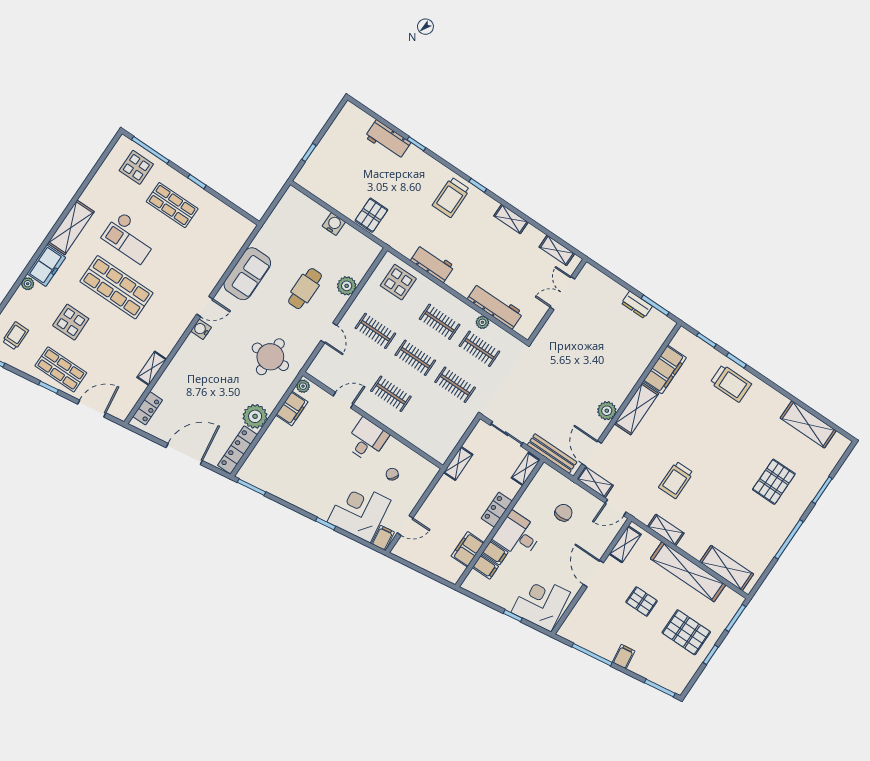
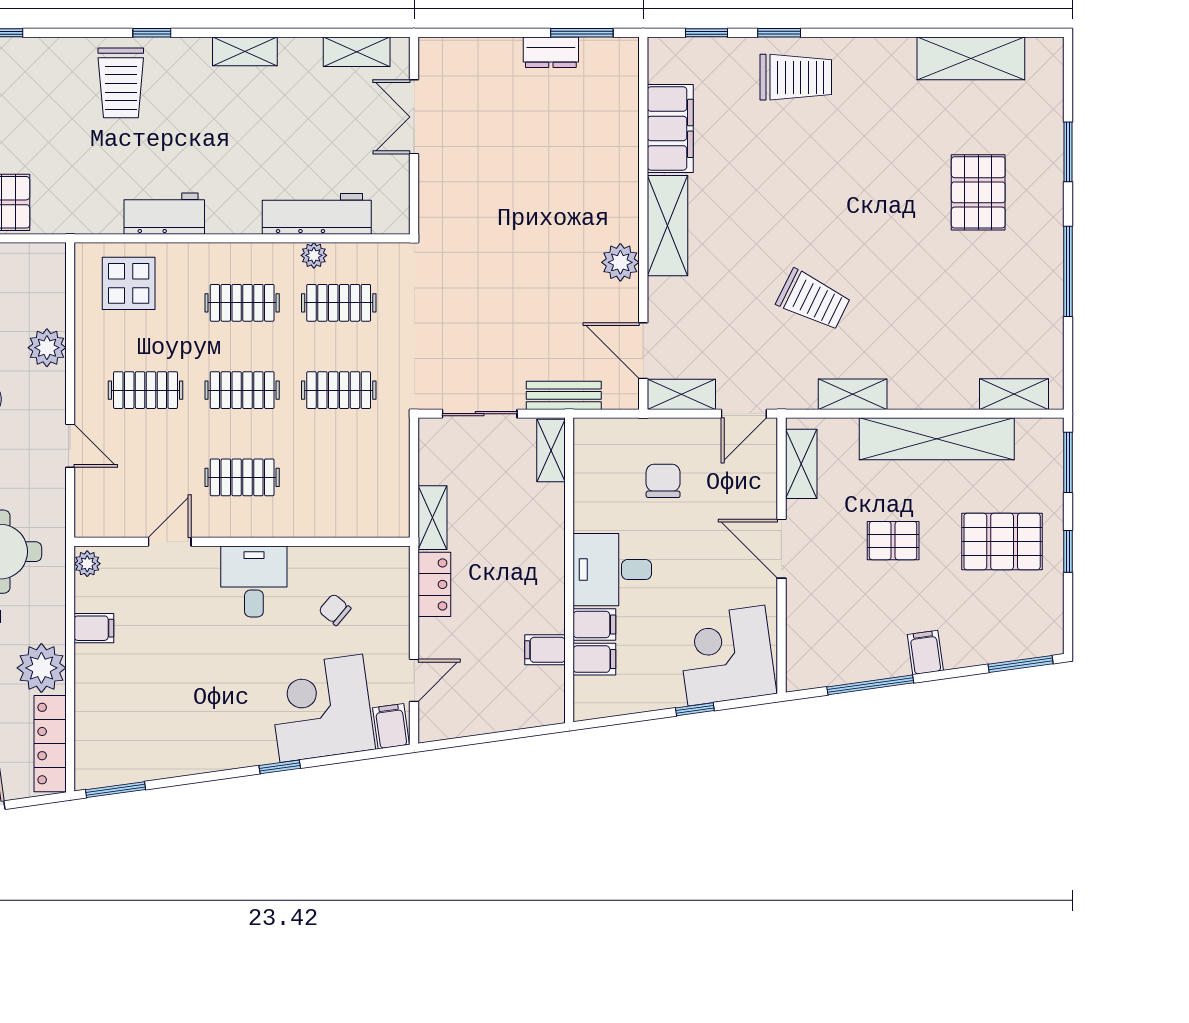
filing cabinet: (292, 408) -> (94, 628), width x0.50
bench: (552, 454) -> (564, 395), width x0.73
trolley: (676, 480) -> (813, 300), turned -64
locker: (497, 510) -> (434, 584), moved, turned 180
filing cabinet: (468, 549) -> (545, 650), width x0.50
shelving: (727, 568) -> (1014, 394), width x0.67, depth x0.75

